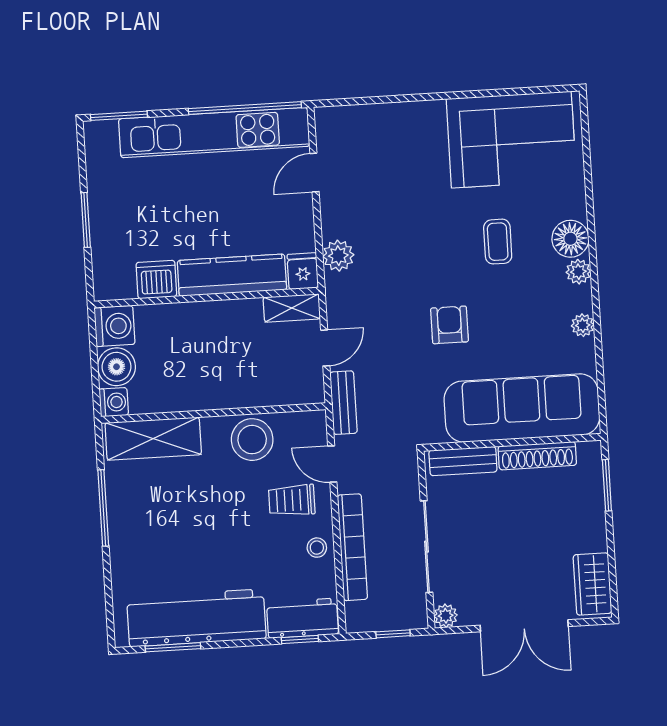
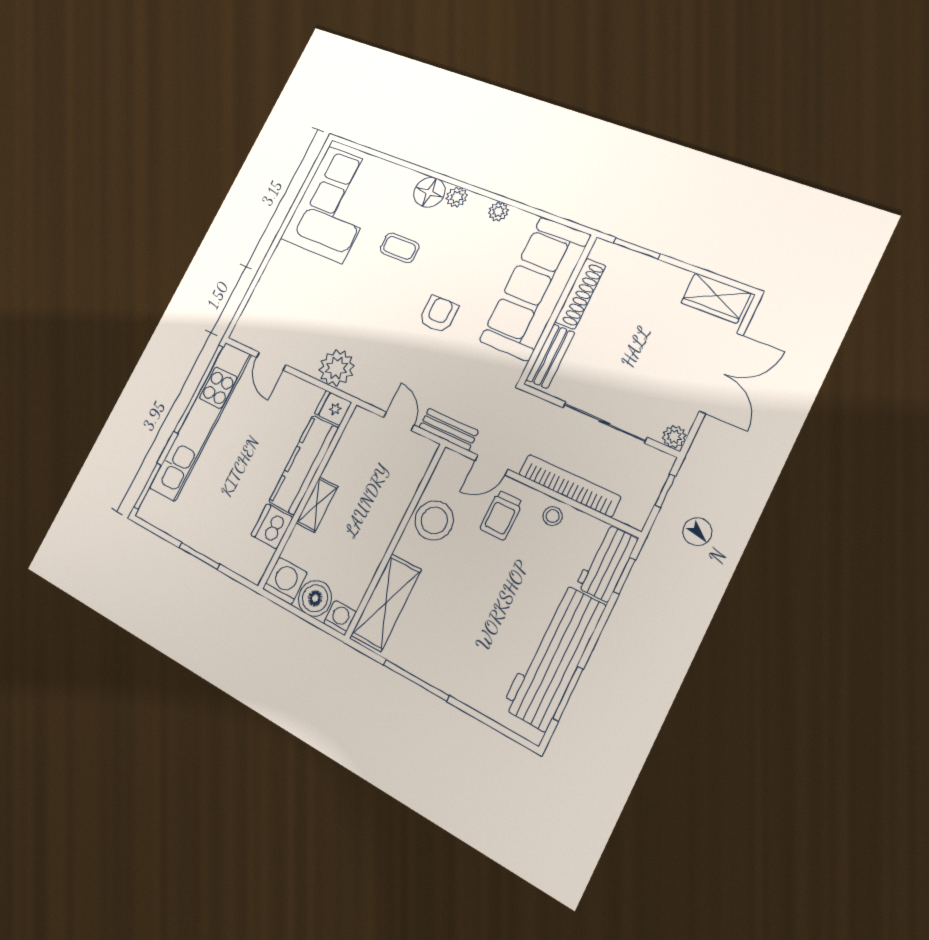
plant: (338, 256) -> (336, 368), width x1.36, depth x1.36
shelving: (292, 308) -> (317, 505), moved
armchair: (449, 325) -> (438, 314), turned 90

